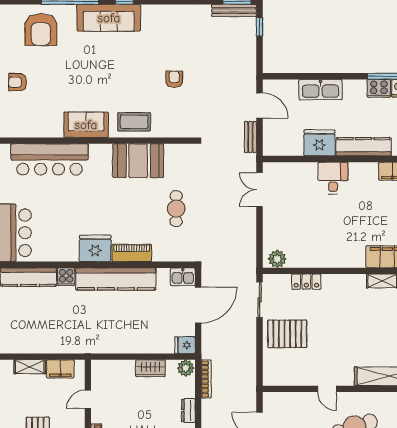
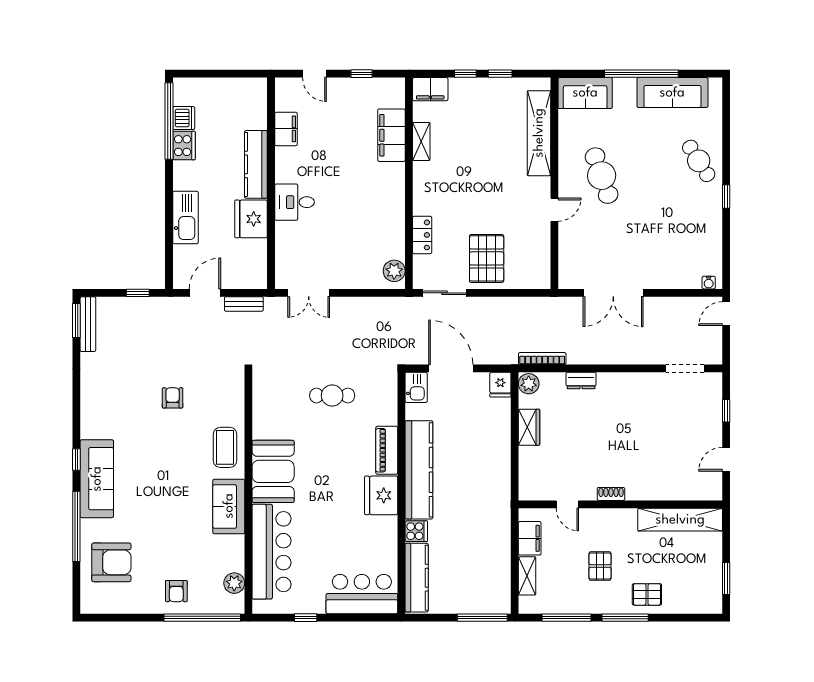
window: (259, 27) -> (138, 293), moved
armchair: (174, 79) -> (173, 398), turned 90
plant: (24, 129) -> (234, 583), added
booth: (138, 161) -> (273, 471), moved

